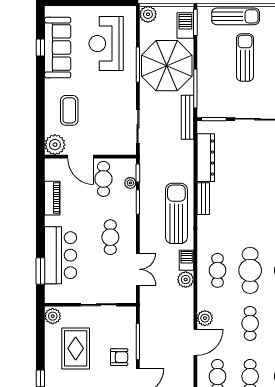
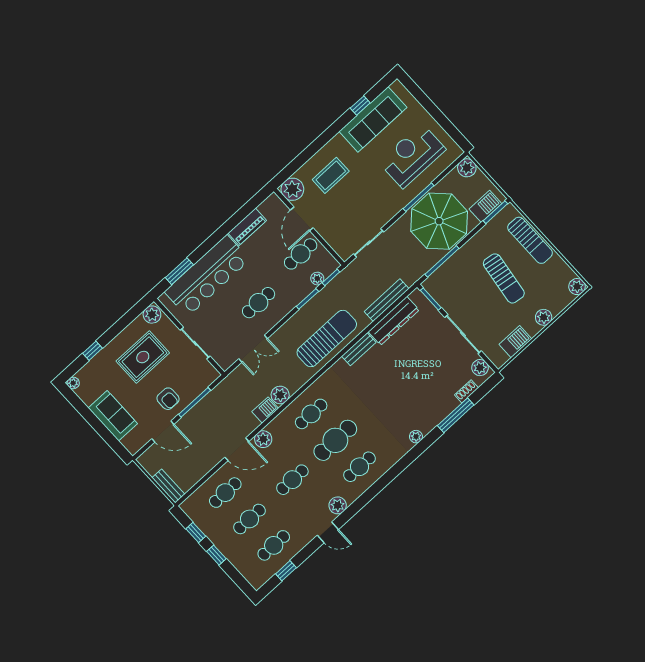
sun lounger: (245, 58) -> (504, 278), turned 98
bench: (188, 117) -> (387, 300), moved
bar counter: (61, 255) -> (207, 276), width x1.36
barbecue: (187, 260) -> (265, 410), moved

